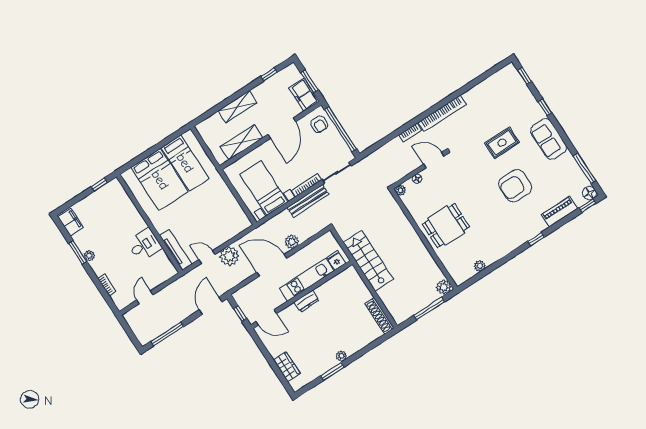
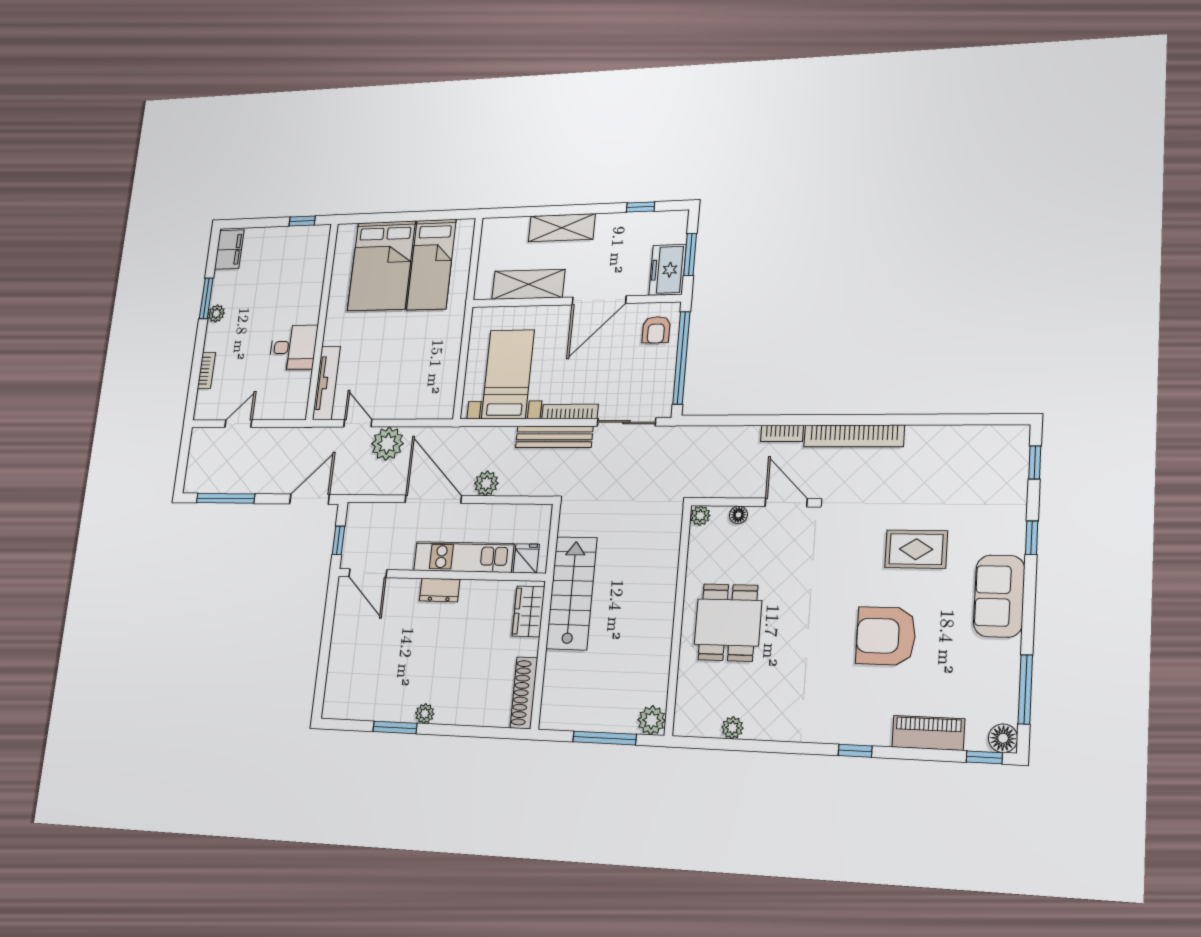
dining table: (446, 226) -> (728, 622), turned 90
wardrobe: (287, 367) -> (528, 611), moved, turned 180

